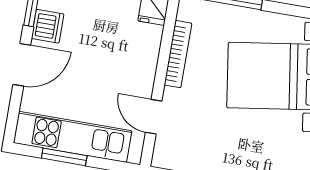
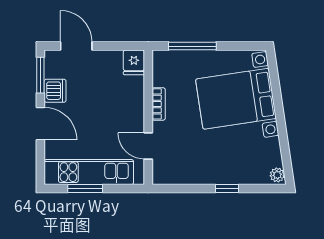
bookcase: (178, 54) -> (159, 104), width x0.64
door: (22, 65) -> (40, 124), hinge flipped

